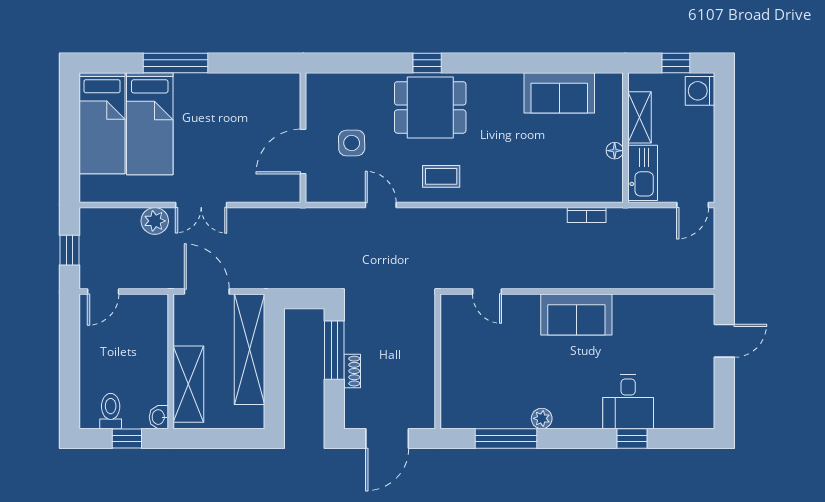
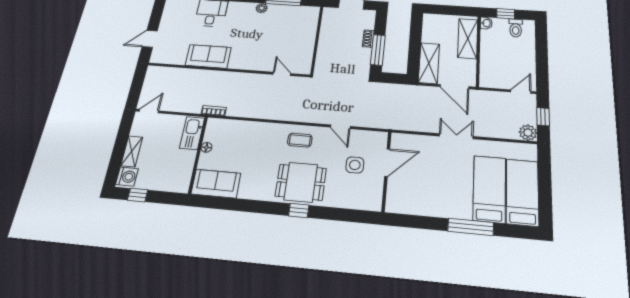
shelving: (640, 117) -> (132, 151), moved
wall: (626, 138) -> (198, 154), moved
floor lamp: (615, 151) -> (206, 147), moved
kitchen sink: (643, 173) -> (192, 133), moved
plant: (155, 221) -> (528, 133), moved
sofa: (576, 315) -> (208, 56), moved
shelving: (249, 349) -> (429, 63), width x0.68

